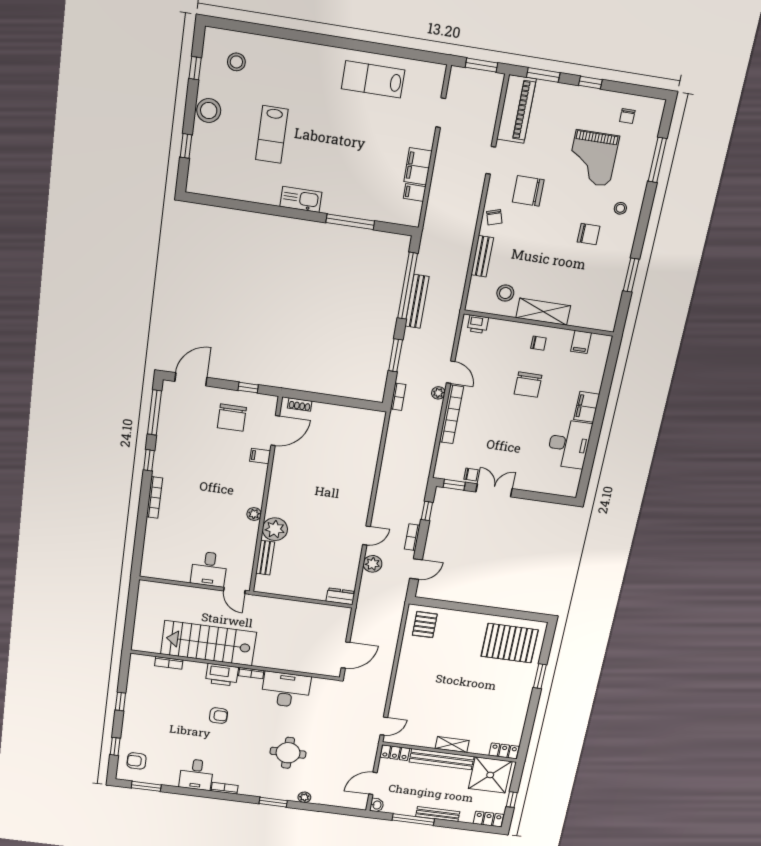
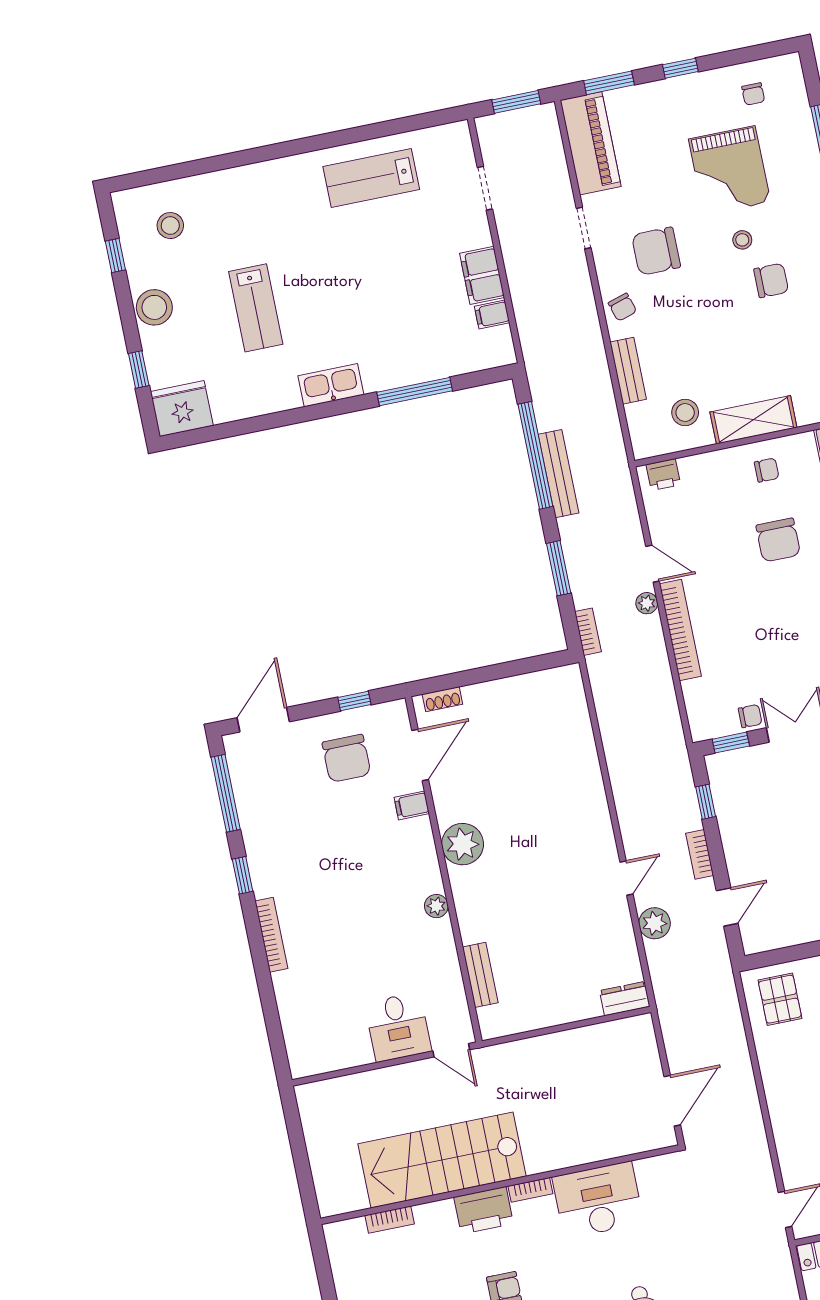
fridge: (205, 180) -> (182, 409), added
stool: (620, 208) -> (742, 240), moved
plant: (275, 529) -> (463, 844), moved

